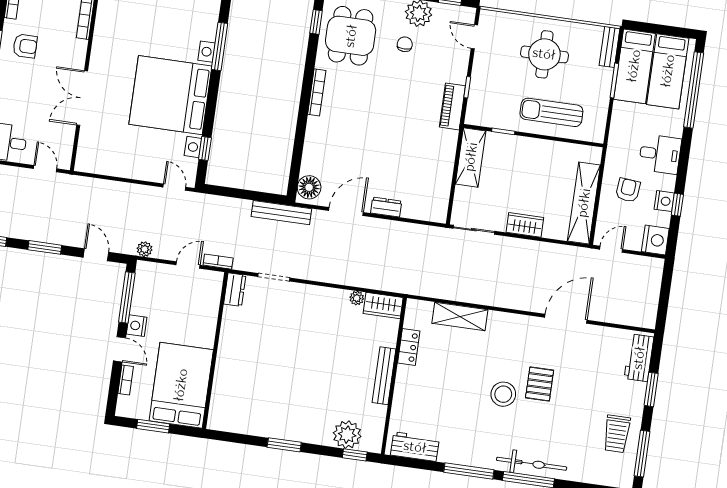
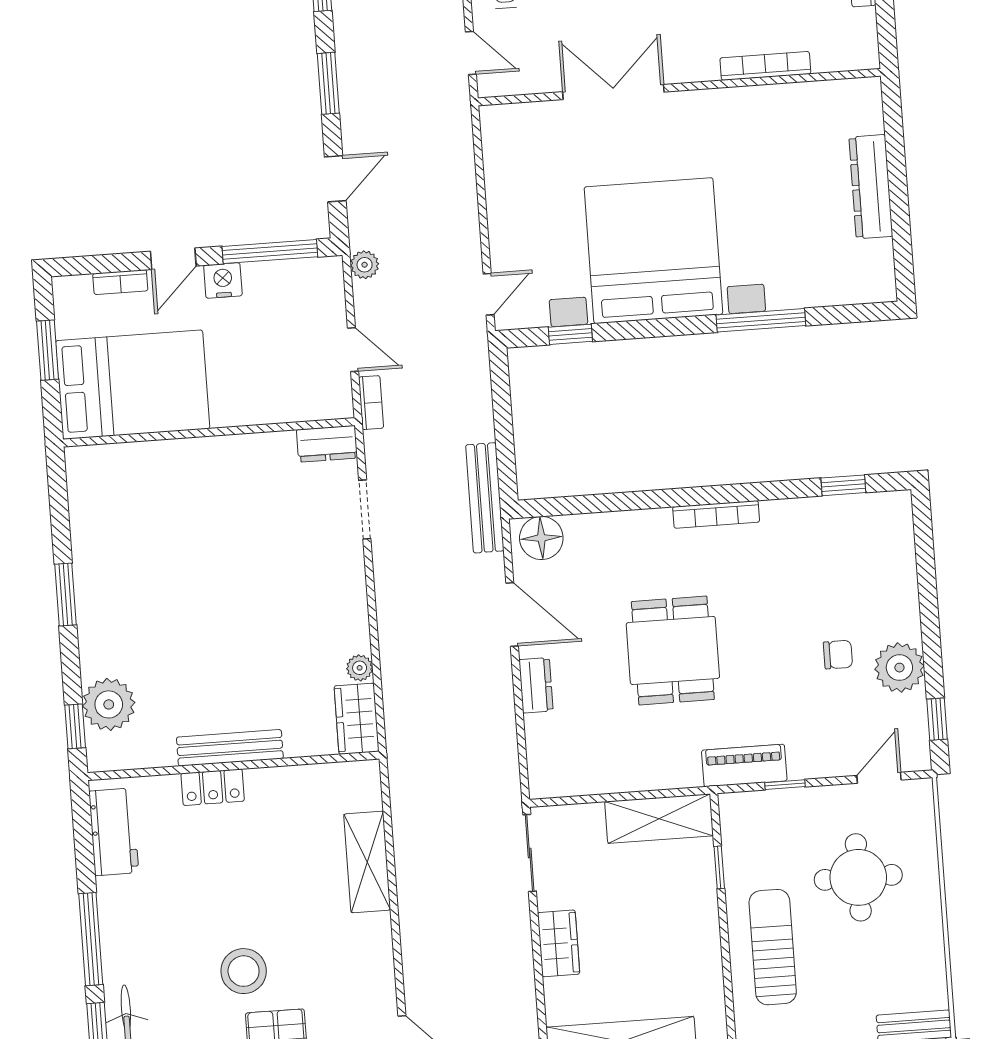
dining table: (351, 36) -> (673, 651), moved, turned 90
round table: (544, 54) -> (858, 877), moved
door: (45, 169) -> (471, 53), hinge flipped
locker: (409, 347) -> (213, 787), moved

